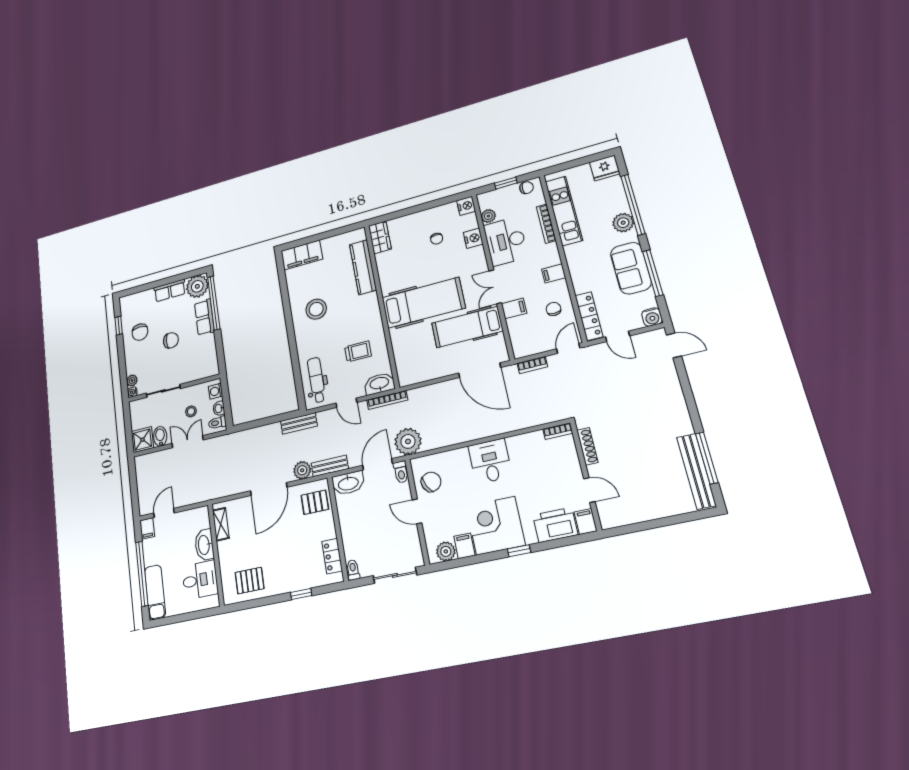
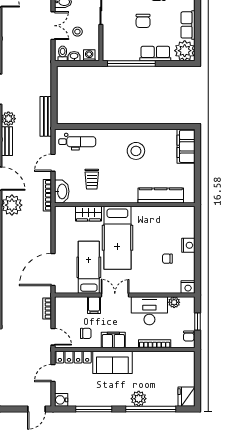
kitchen unit: (564, 211) -> (161, 359), removed
wardrobe: (380, 237) -> (88, 214), moved
nightstand: (473, 238) -> (188, 245), moved, turned -90
sofa: (631, 268) -> (112, 362), moved, turned 180
filing cabinet: (554, 273) -> (113, 340), width x2.00
window: (214, 303) -> (131, 64), moved
bench: (299, 423) -> (46, 116), width x1.36

